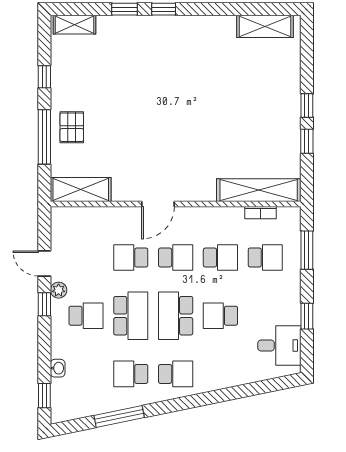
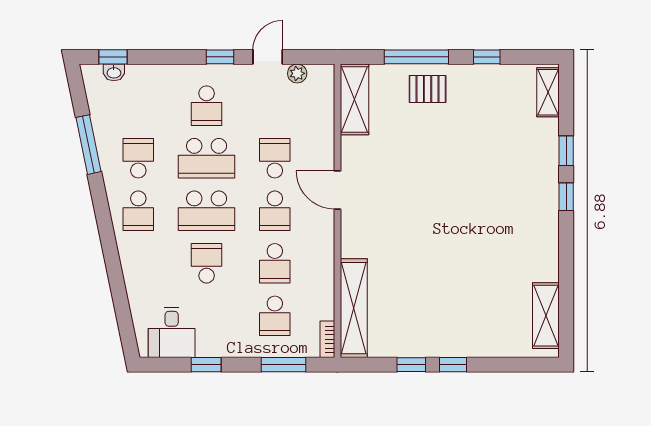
bookcase: (260, 213) -> (327, 339), moved
plant: (59, 290) -> (297, 73), moved
school desk: (176, 316) -> (207, 211), turned 180
washbasin: (58, 368) -> (114, 72), moved

